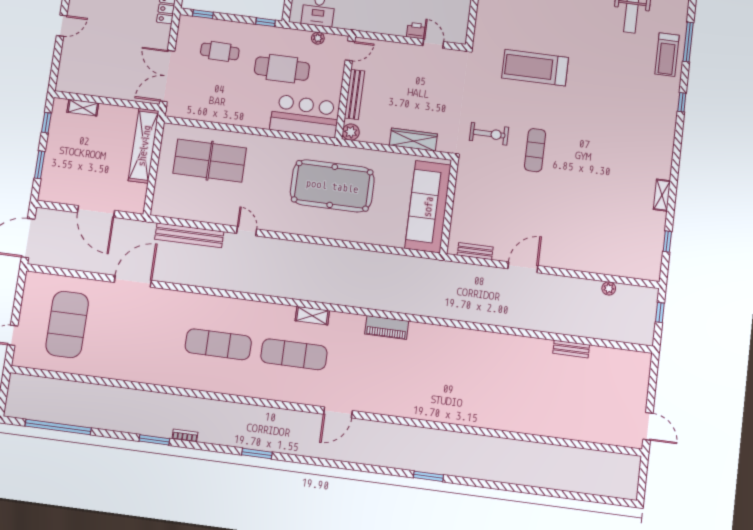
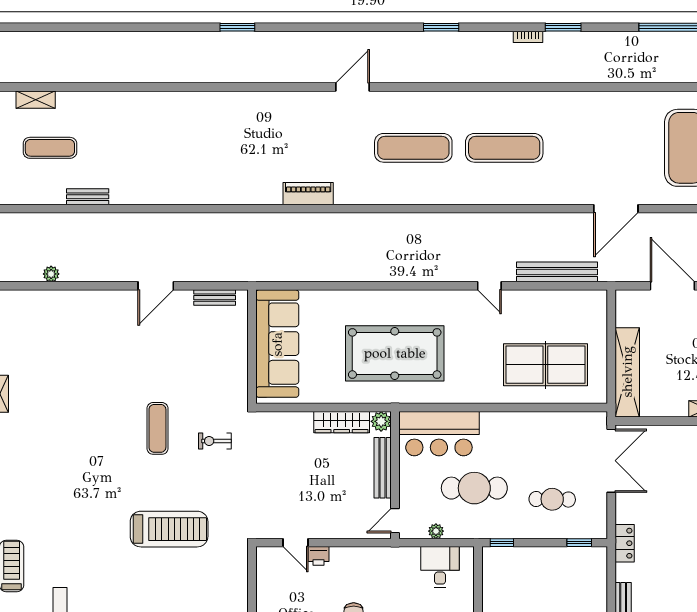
exercise bike: (489, 134) -> (215, 441), width x0.73, depth x0.72
wardrobe: (413, 140) -> (342, 422), moved
shelving: (312, 316) -> (36, 100), moved
exercise mat: (598, 394) -> (50, 148), added

